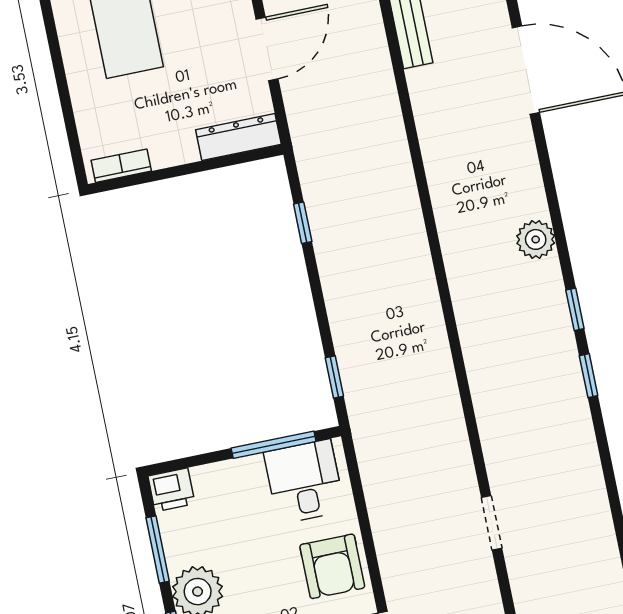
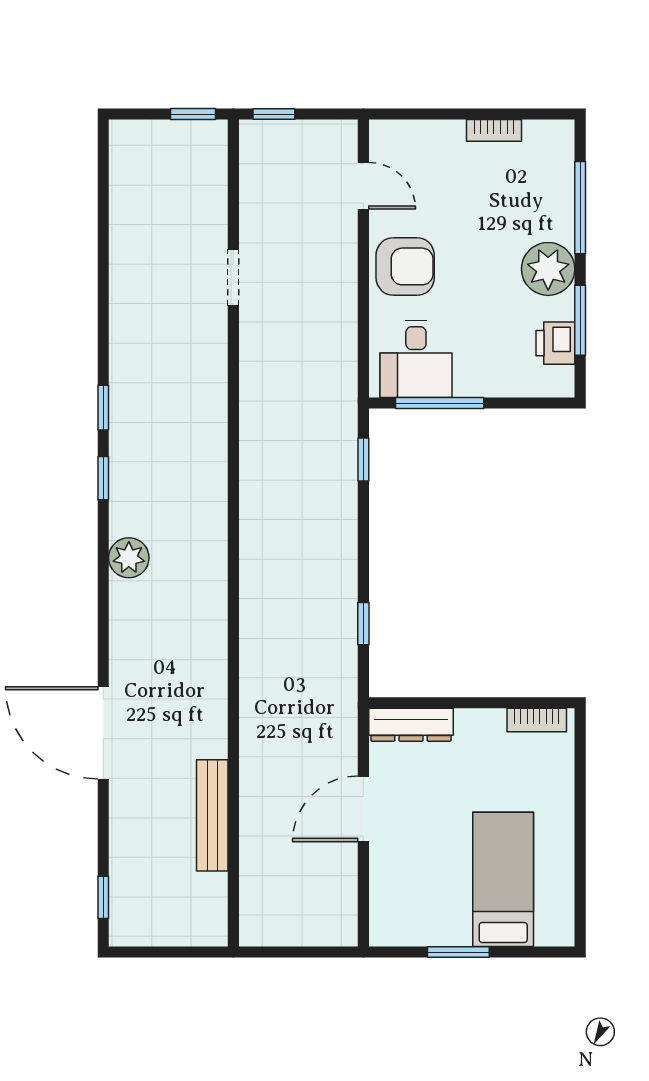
printer: (171, 490) -> (555, 343), moved, turned -90
armchair: (332, 566) -> (405, 266), turned 90

